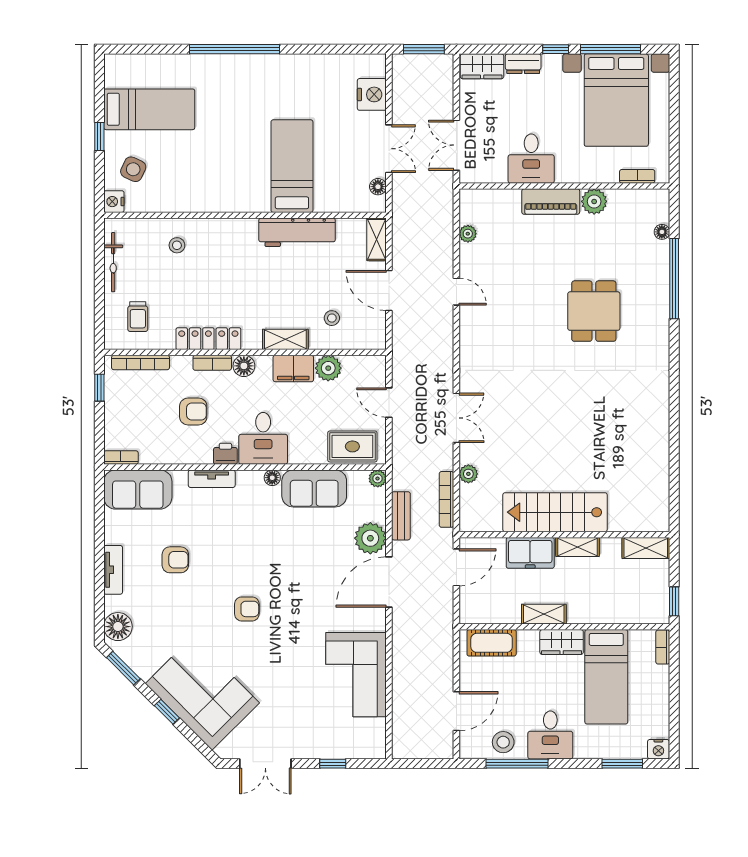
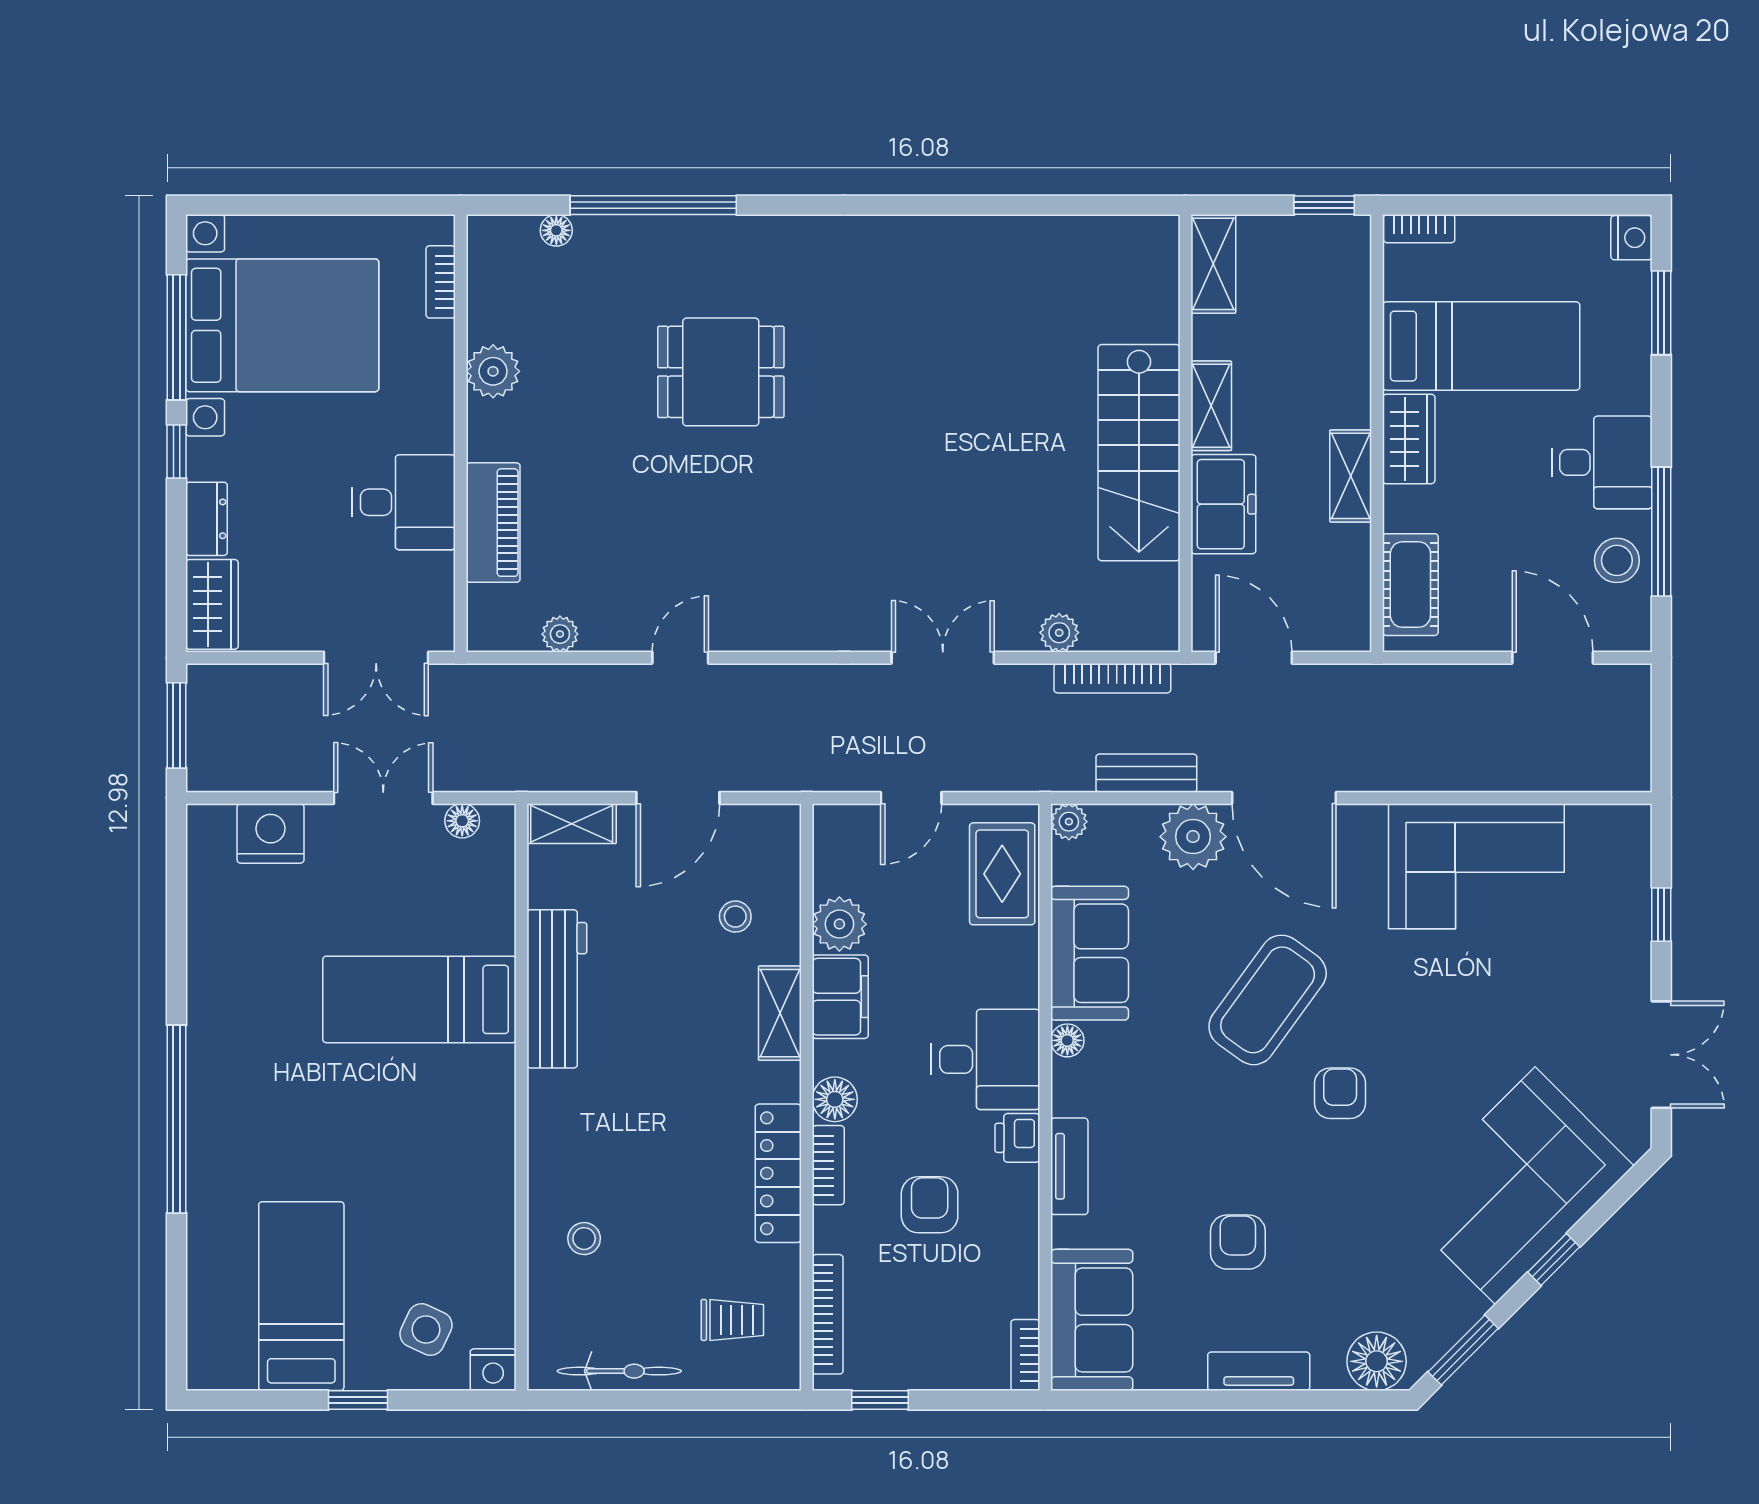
piano: (551, 202) -> (493, 523), moved
coffee table: (292, 574) -> (1268, 1000), added

